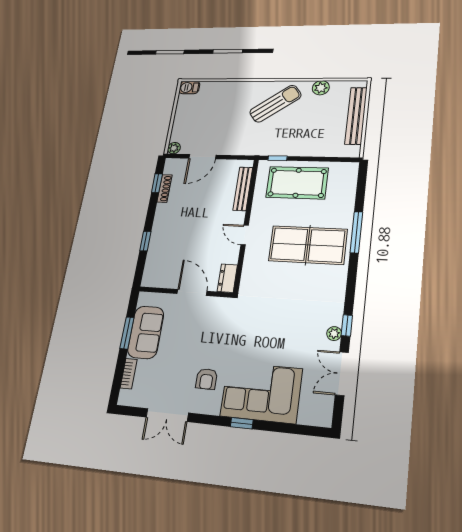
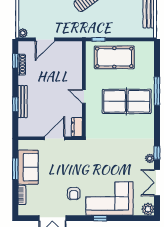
bench: (243, 189) -> (23, 102), moved
door: (192, 292) -> (55, 138), hinge flipped
plant: (322, 416) -> (148, 209), added

